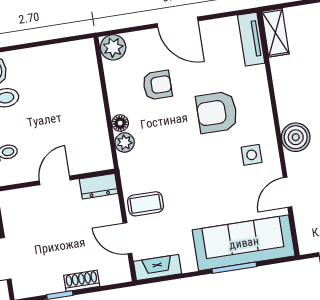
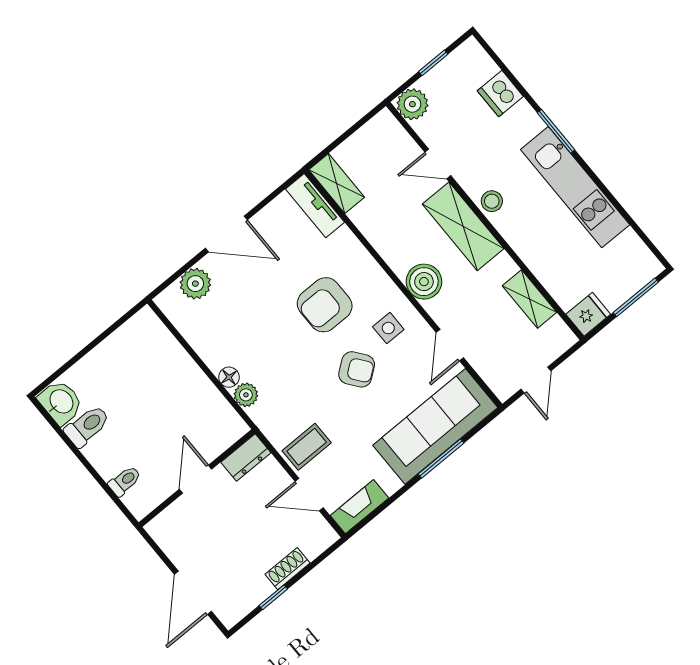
plant: (113, 47) -> (195, 284), moved
armchair: (157, 85) -> (357, 369), moved, turned 53

